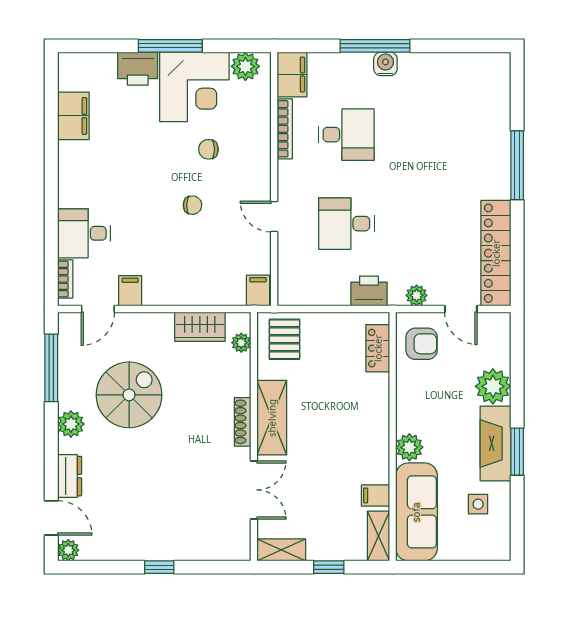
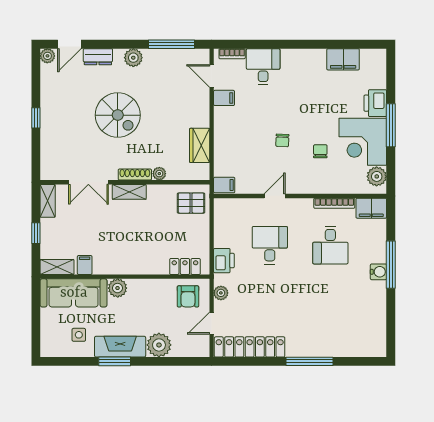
plant: (241, 343) -> (159, 174), moved
spiral stairs: (129, 395) -> (118, 115), moved
shelving: (272, 418) -> (129, 192), width x0.67, depth x0.75

